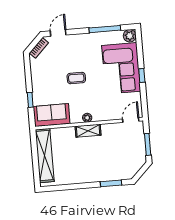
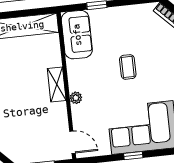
plant: (87, 118) -> (76, 98), moved

